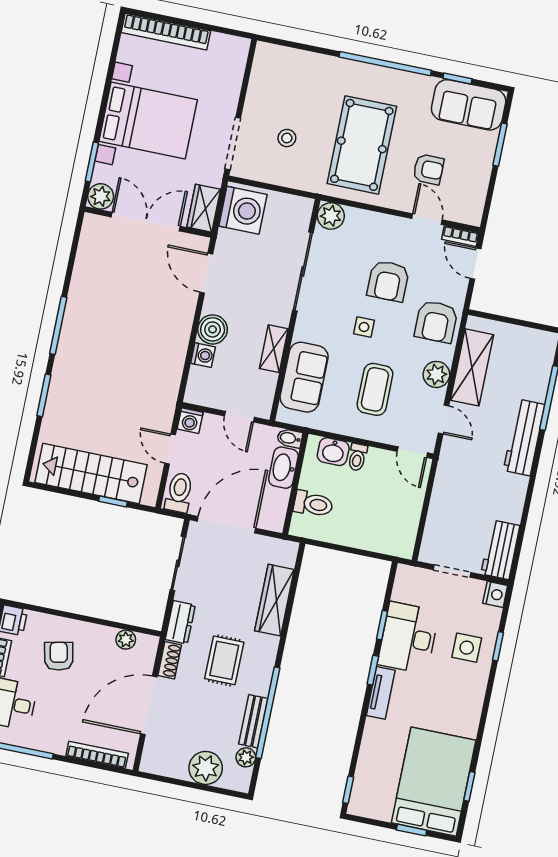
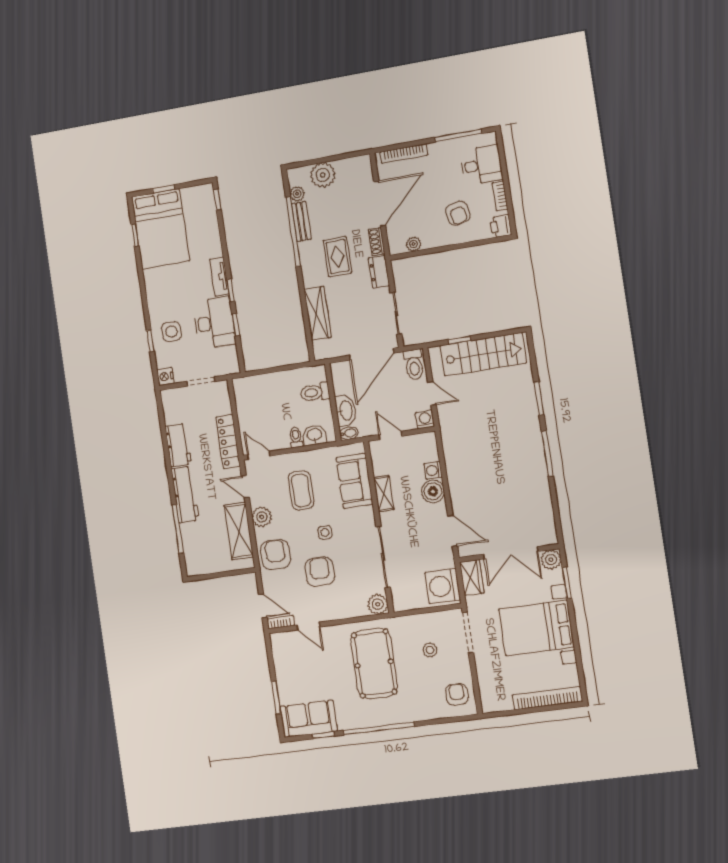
armchair: (428, 169) -> (457, 694), moved, turned 90
locker: (445, 483) -> (228, 442), added
workbench: (500, 550) -> (178, 445), moved

